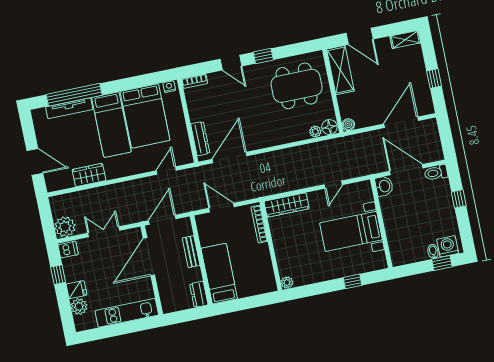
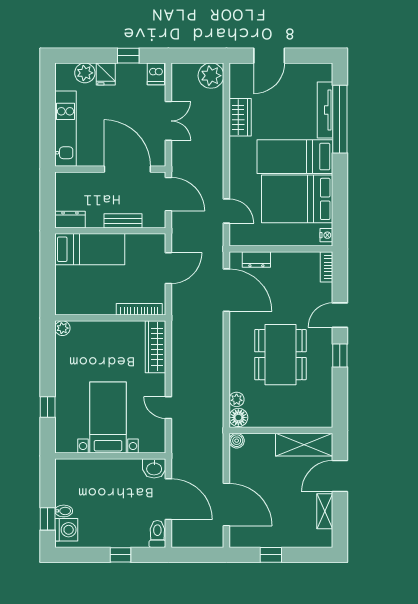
shelving: (405, 39) -> (325, 511), moved
dining table: (297, 86) -> (280, 355), moved
dresser: (200, 139) -> (256, 260), width x0.70
door: (406, 170) -> (168, 499), hinge flipped
plant: (65, 227) -> (211, 76), moved

